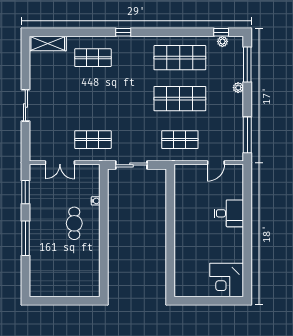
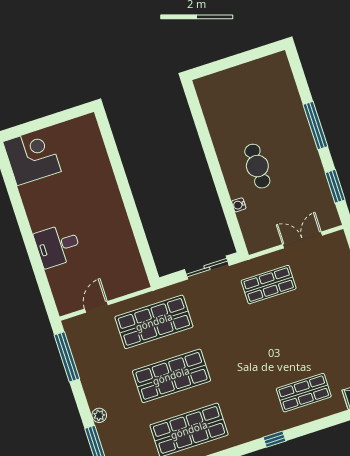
shop shelf: (180, 140) -> (154, 322), width x1.43, depth x1.36

